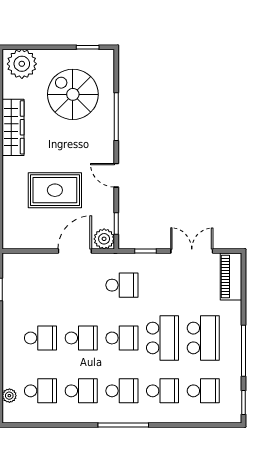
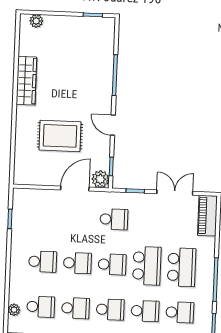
plant: (22, 64) -> (36, 21), width x0.53, depth x0.53
spiral stairs: (73, 94) -> (79, 55), removed

